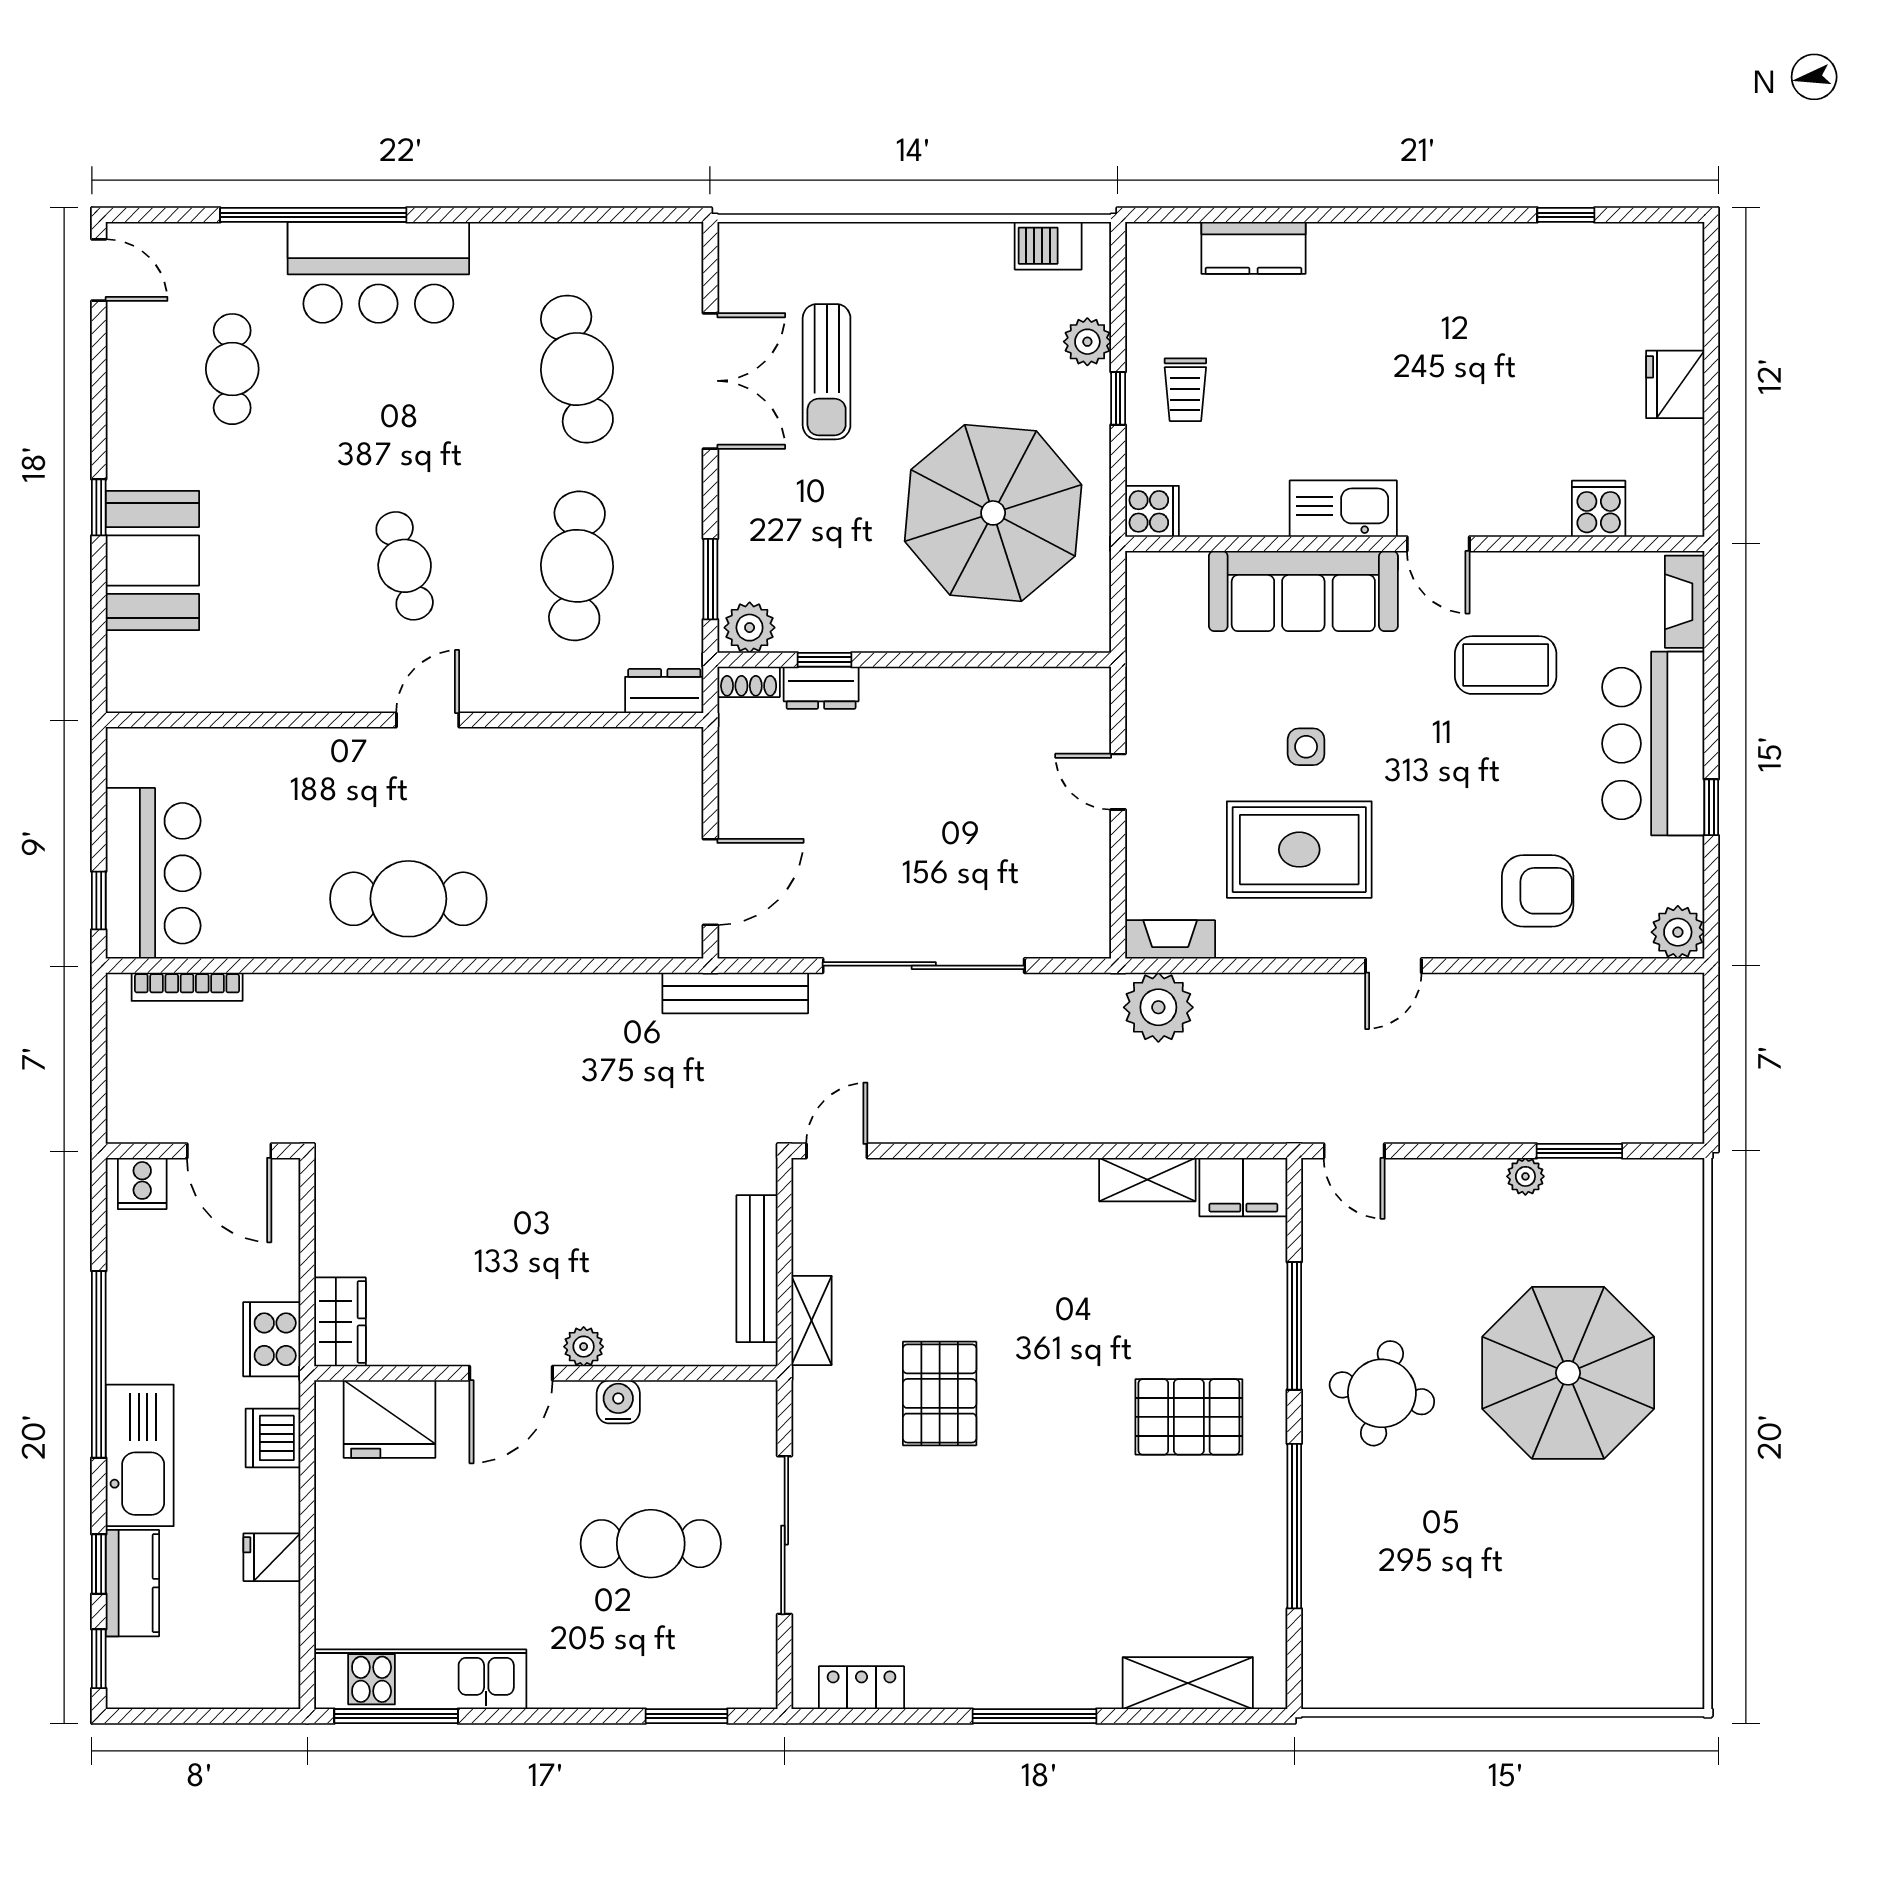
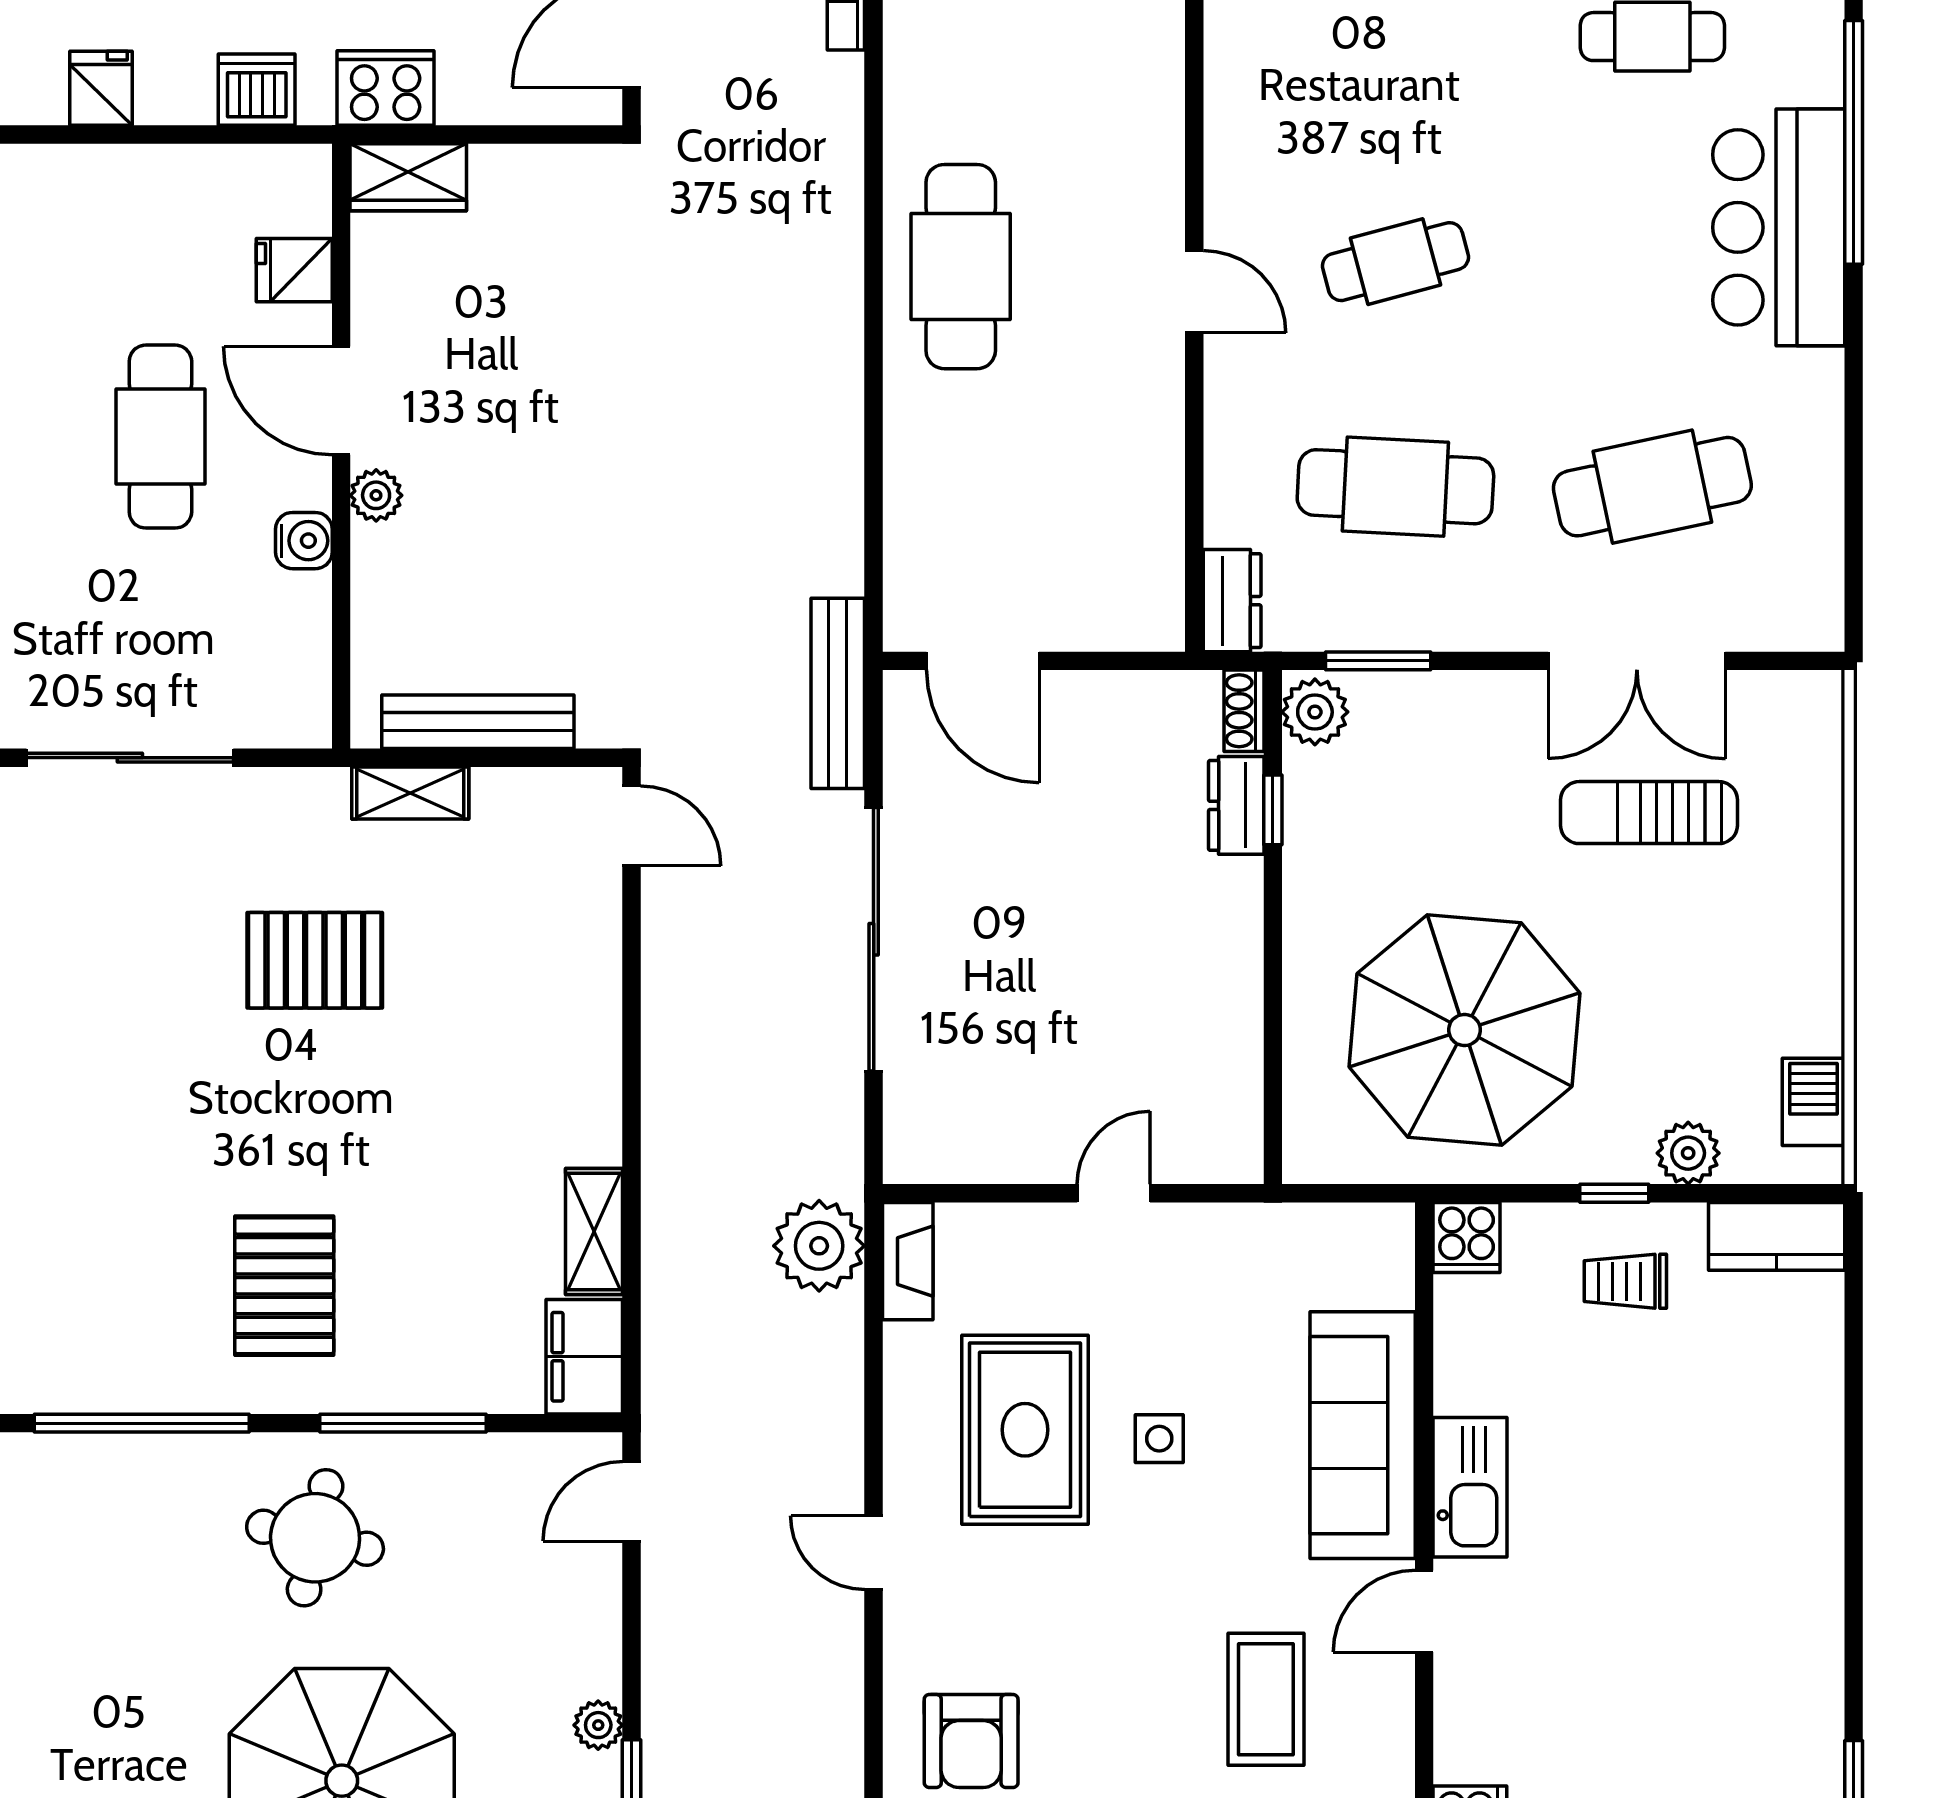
kitchen counter: (1253, 248) -> (1777, 1236), moved, turned -90
fridge: (390, 1419) -> (294, 270), width x0.53, depth x0.75
cafe table: (651, 1544) -> (160, 437), moved

